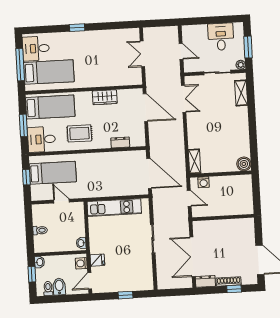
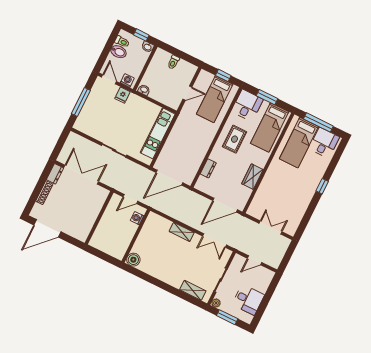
shelving: (195, 161) -> (182, 232), moved
window: (234, 289) -> (36, 194), removed
window: (125, 295) -> (81, 102), width x2.17

